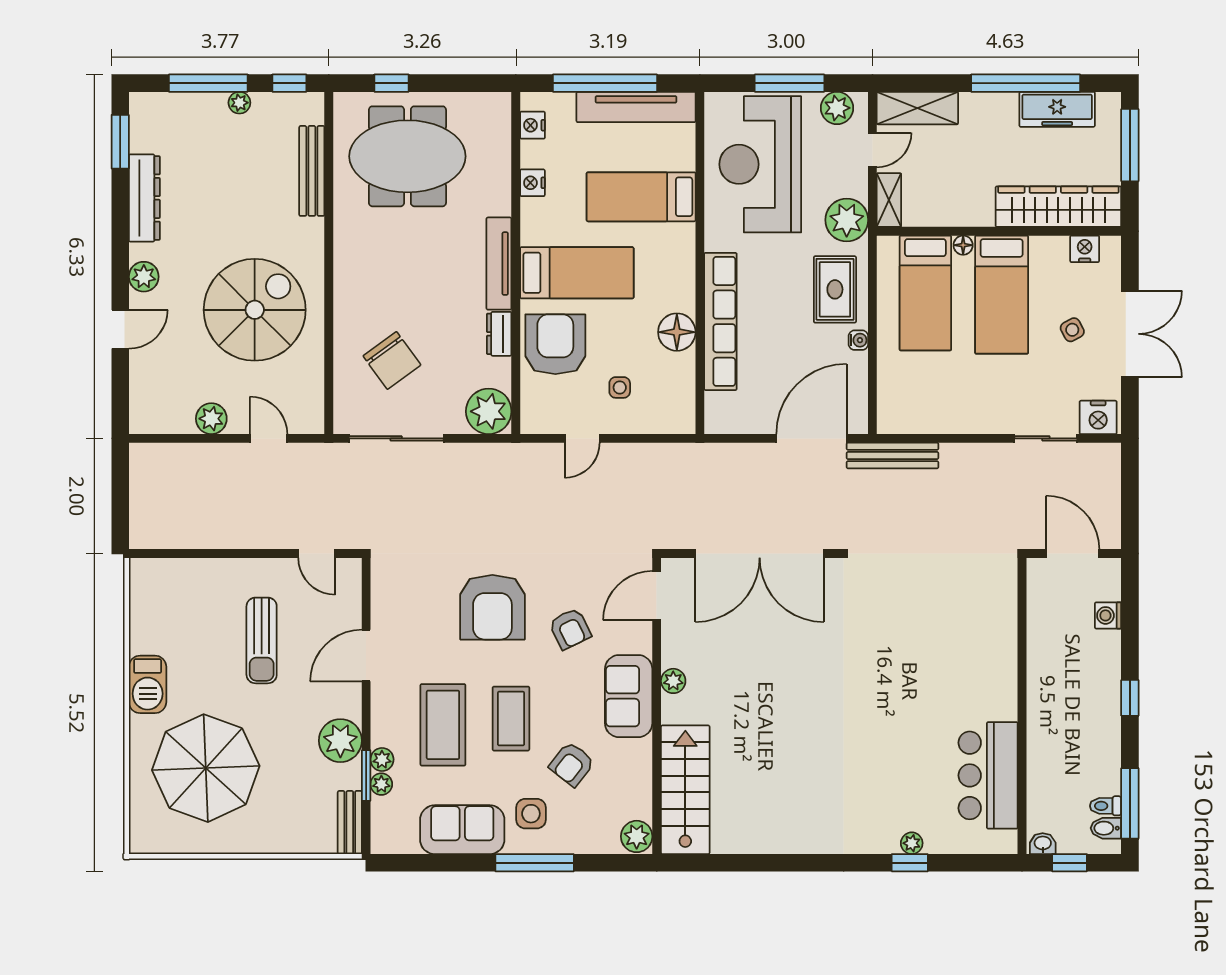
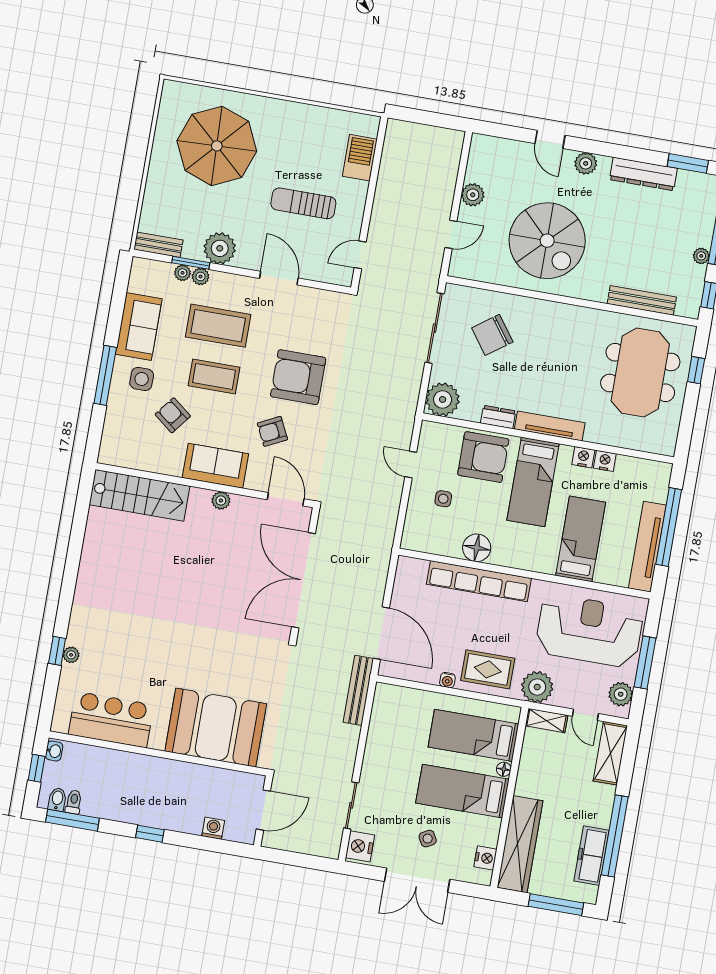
nightstand: (532, 125) -> (583, 457), moved
booth: (974, 635) -> (216, 727), added
barbecue: (148, 684) -> (360, 158), moved, turned 90
plant: (637, 836) -> (111, 454), removed

